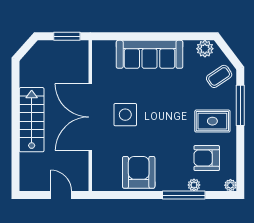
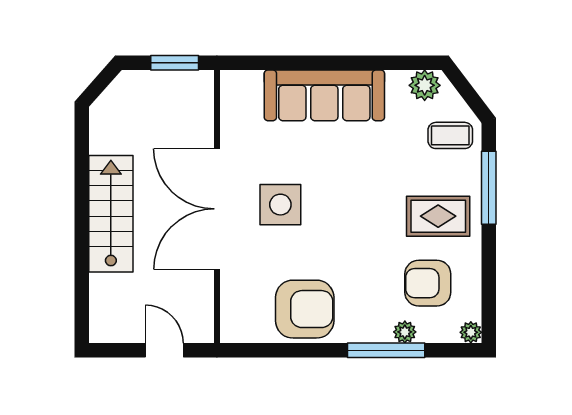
coffee table: (219, 76) -> (450, 135), turned 34
armchair: (139, 172) -> (305, 309), turned 90

